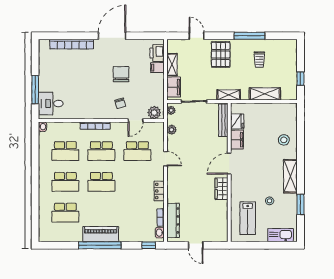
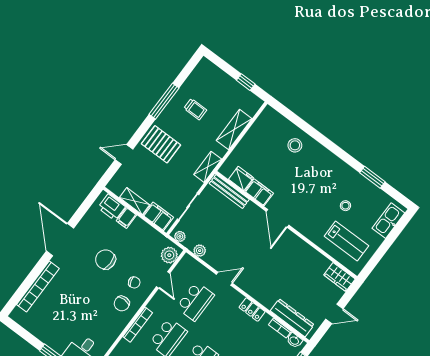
chair: (101, 105) -> (122, 304), added
shelving: (290, 176) -> (336, 166), removed
wardrobe: (222, 189) -> (339, 277), moved

